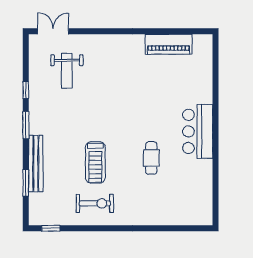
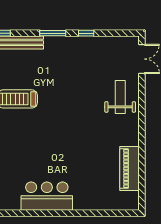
weight bench: (67, 71) -> (120, 97), moved, turned 90
cafe table: (151, 158) -> (22, 152), removed

